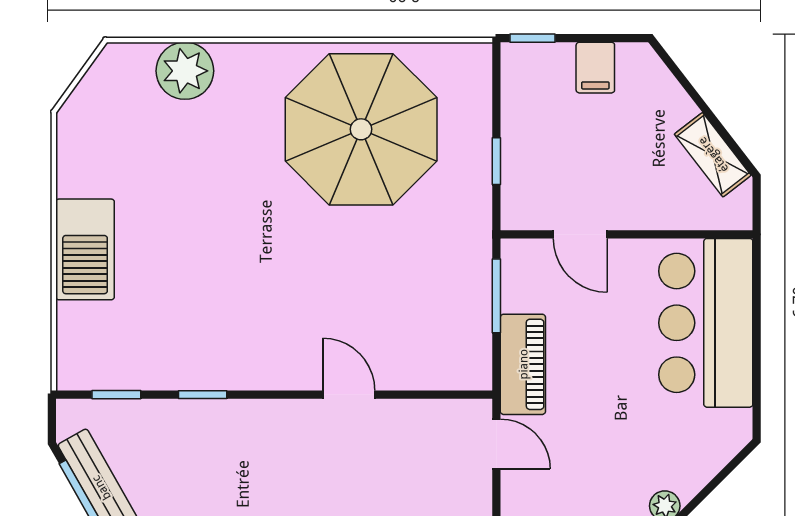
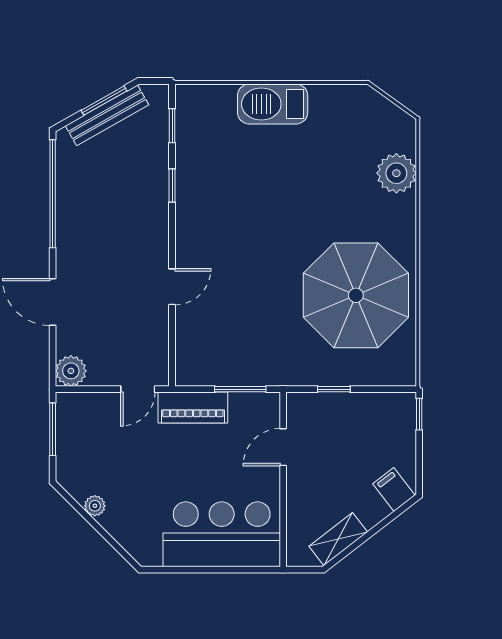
filing cabinet: (595, 68) -> (394, 489), moved, turned 52

